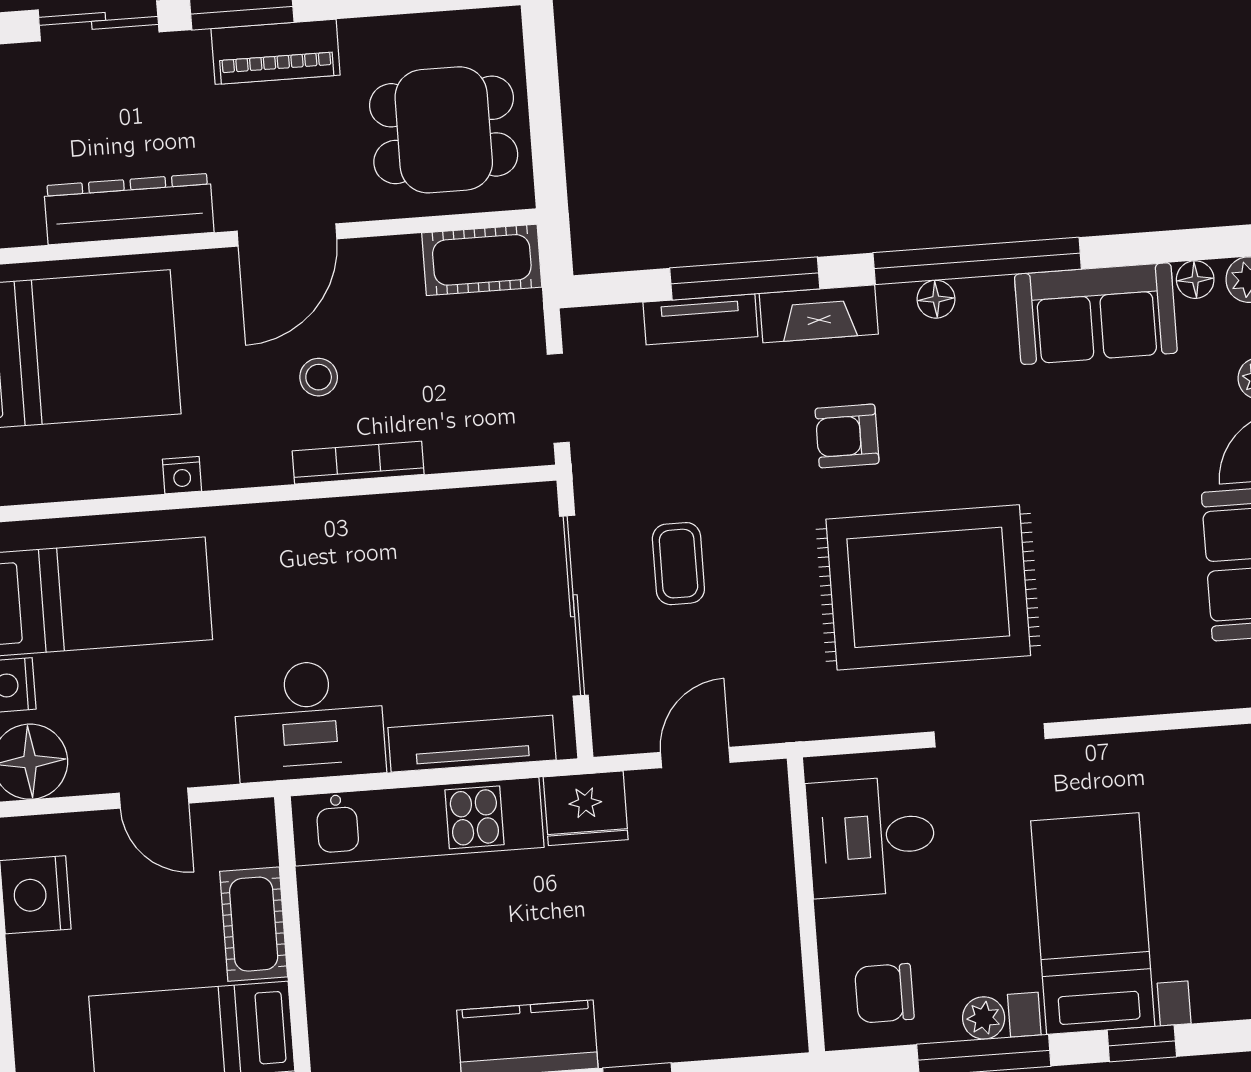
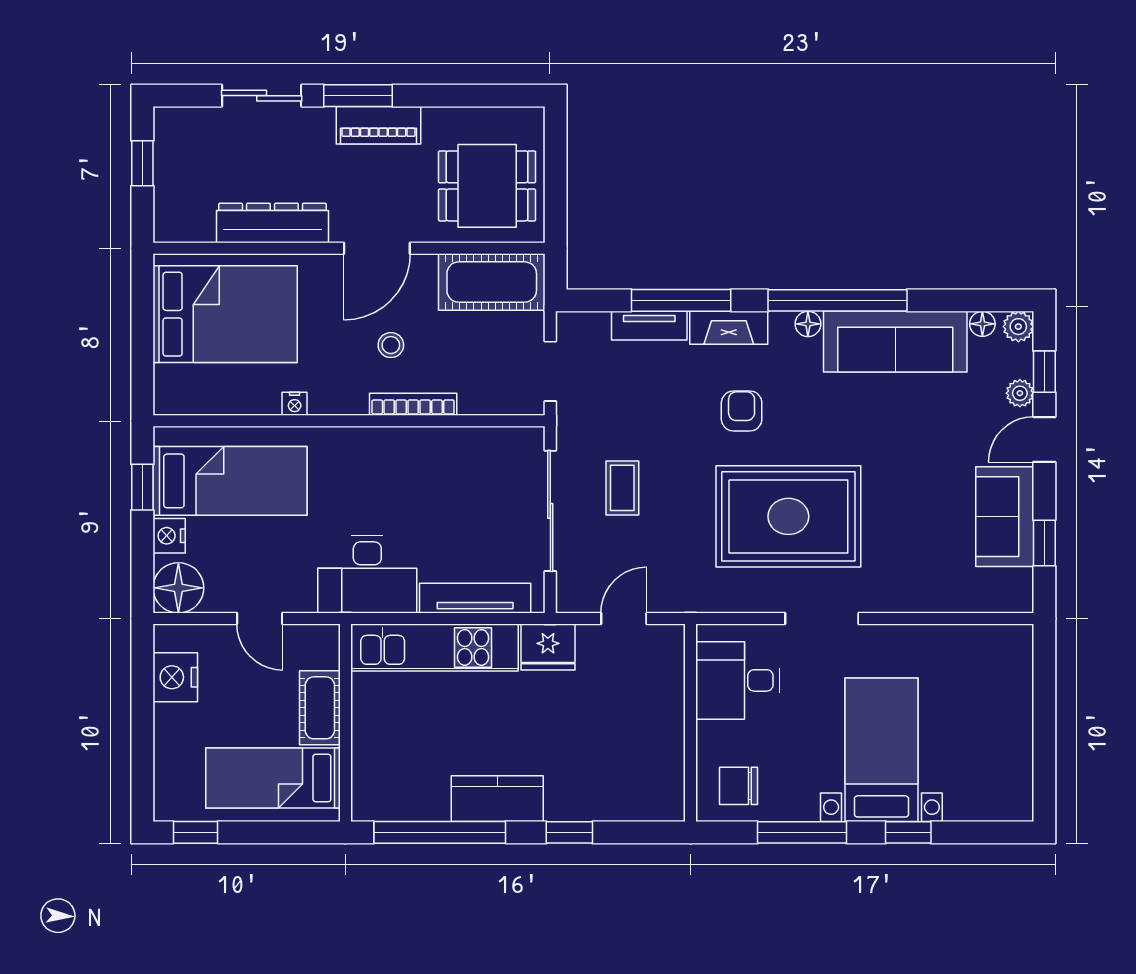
cot: (482, 260) -> (492, 282), width x1.37, depth x1.34
sofa: (1096, 314) -> (895, 342), width x1.36
armchair: (847, 436) -> (742, 411), turned 90
plant: (984, 1018) -> (804, 807), removed

